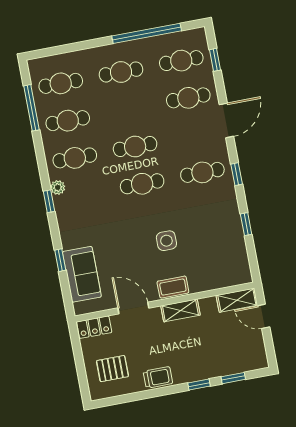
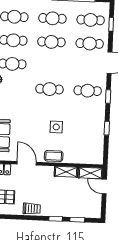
cafe table: (135, 147) -> (51, 42), moved
shelving: (180, 310) -> (66, 172), moved

